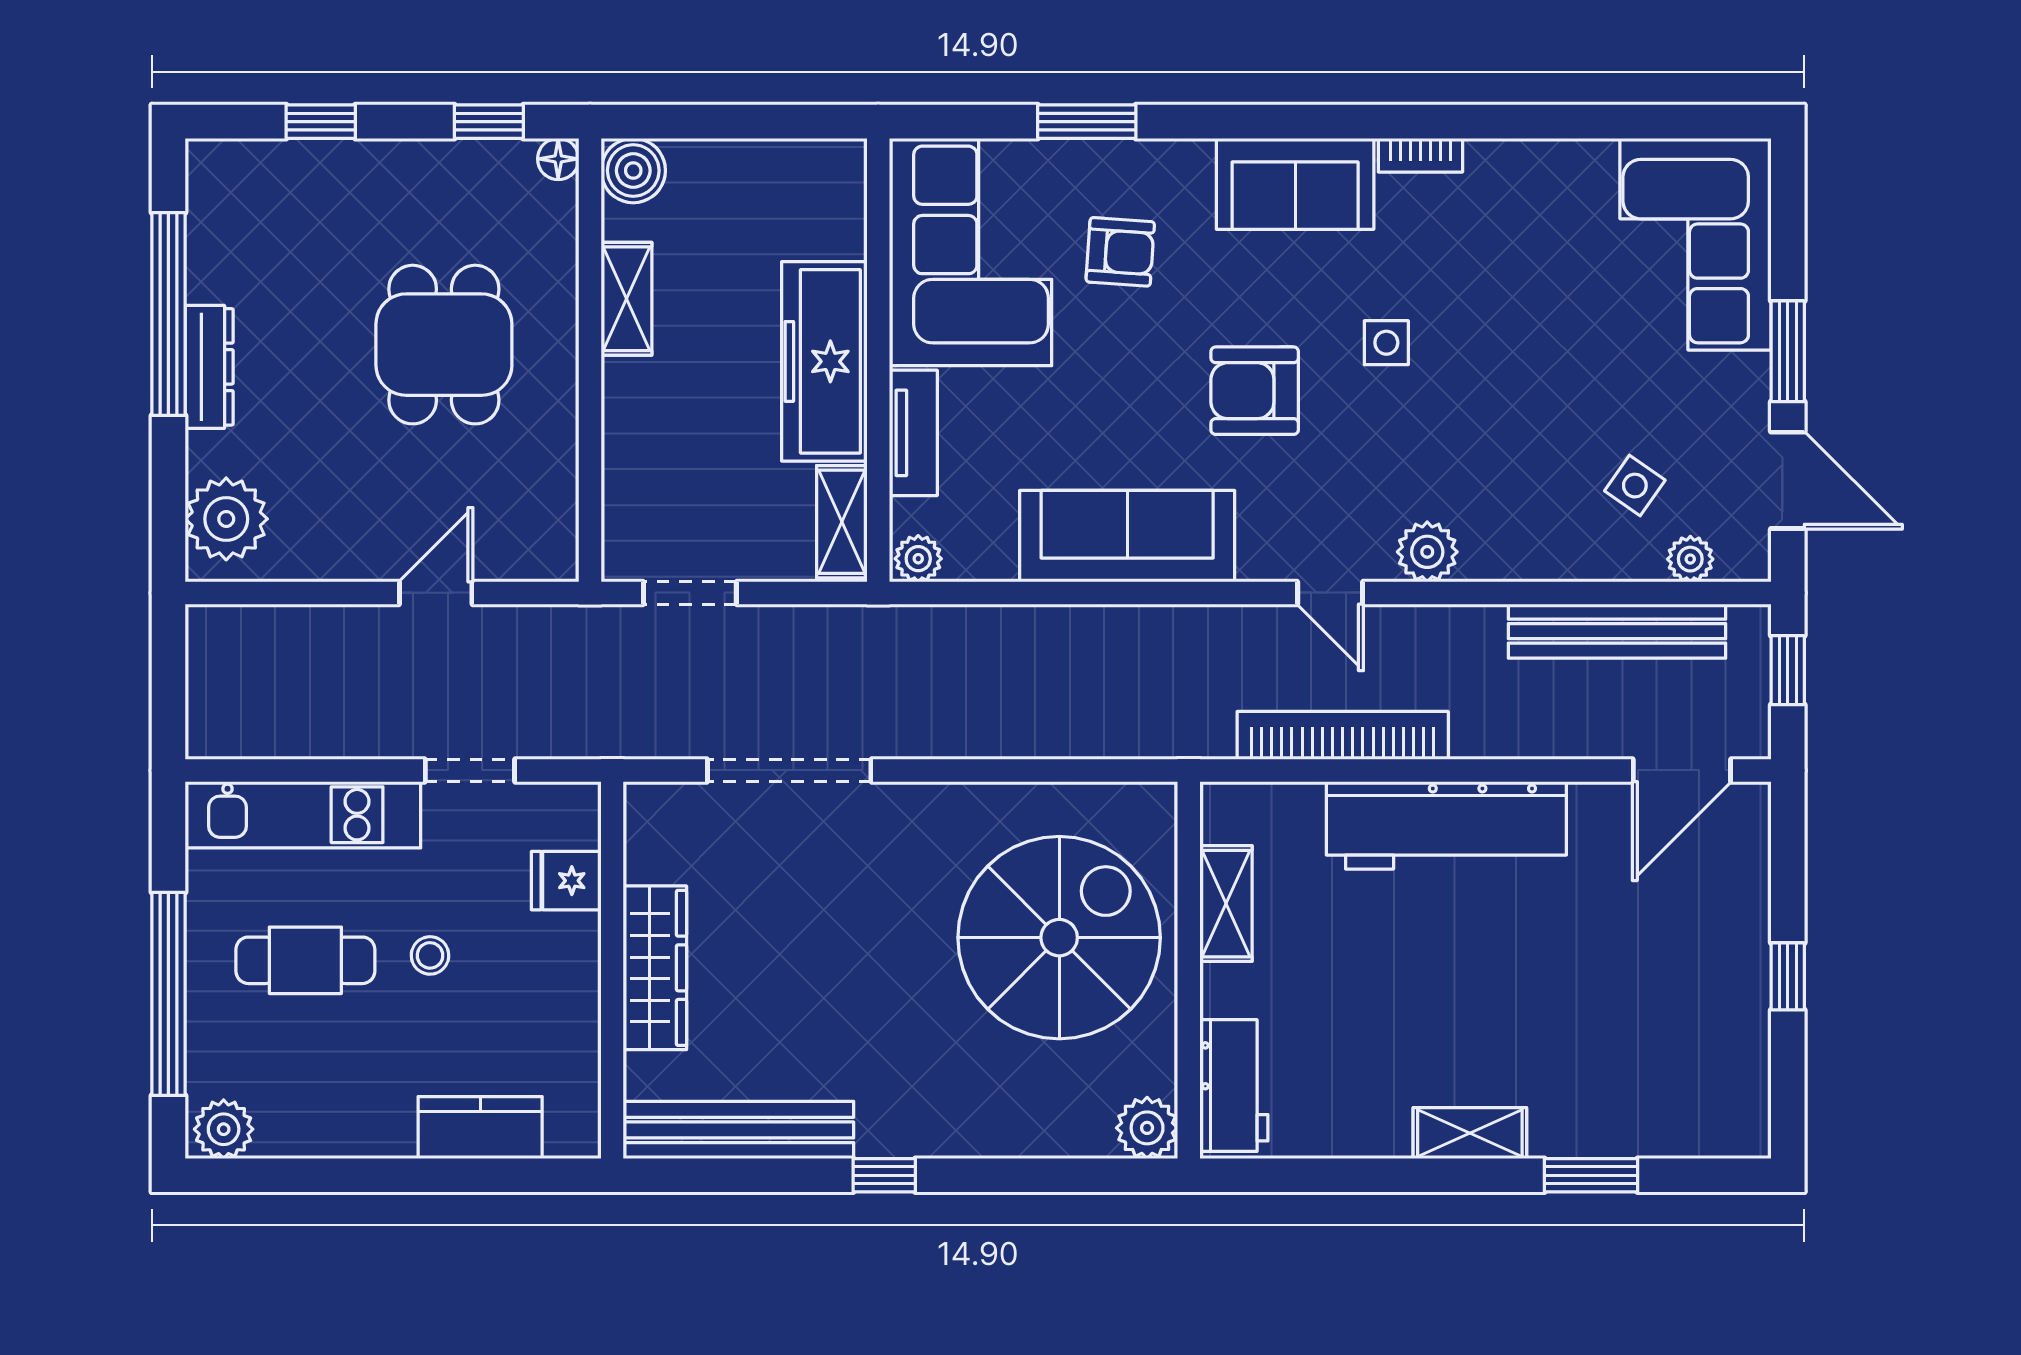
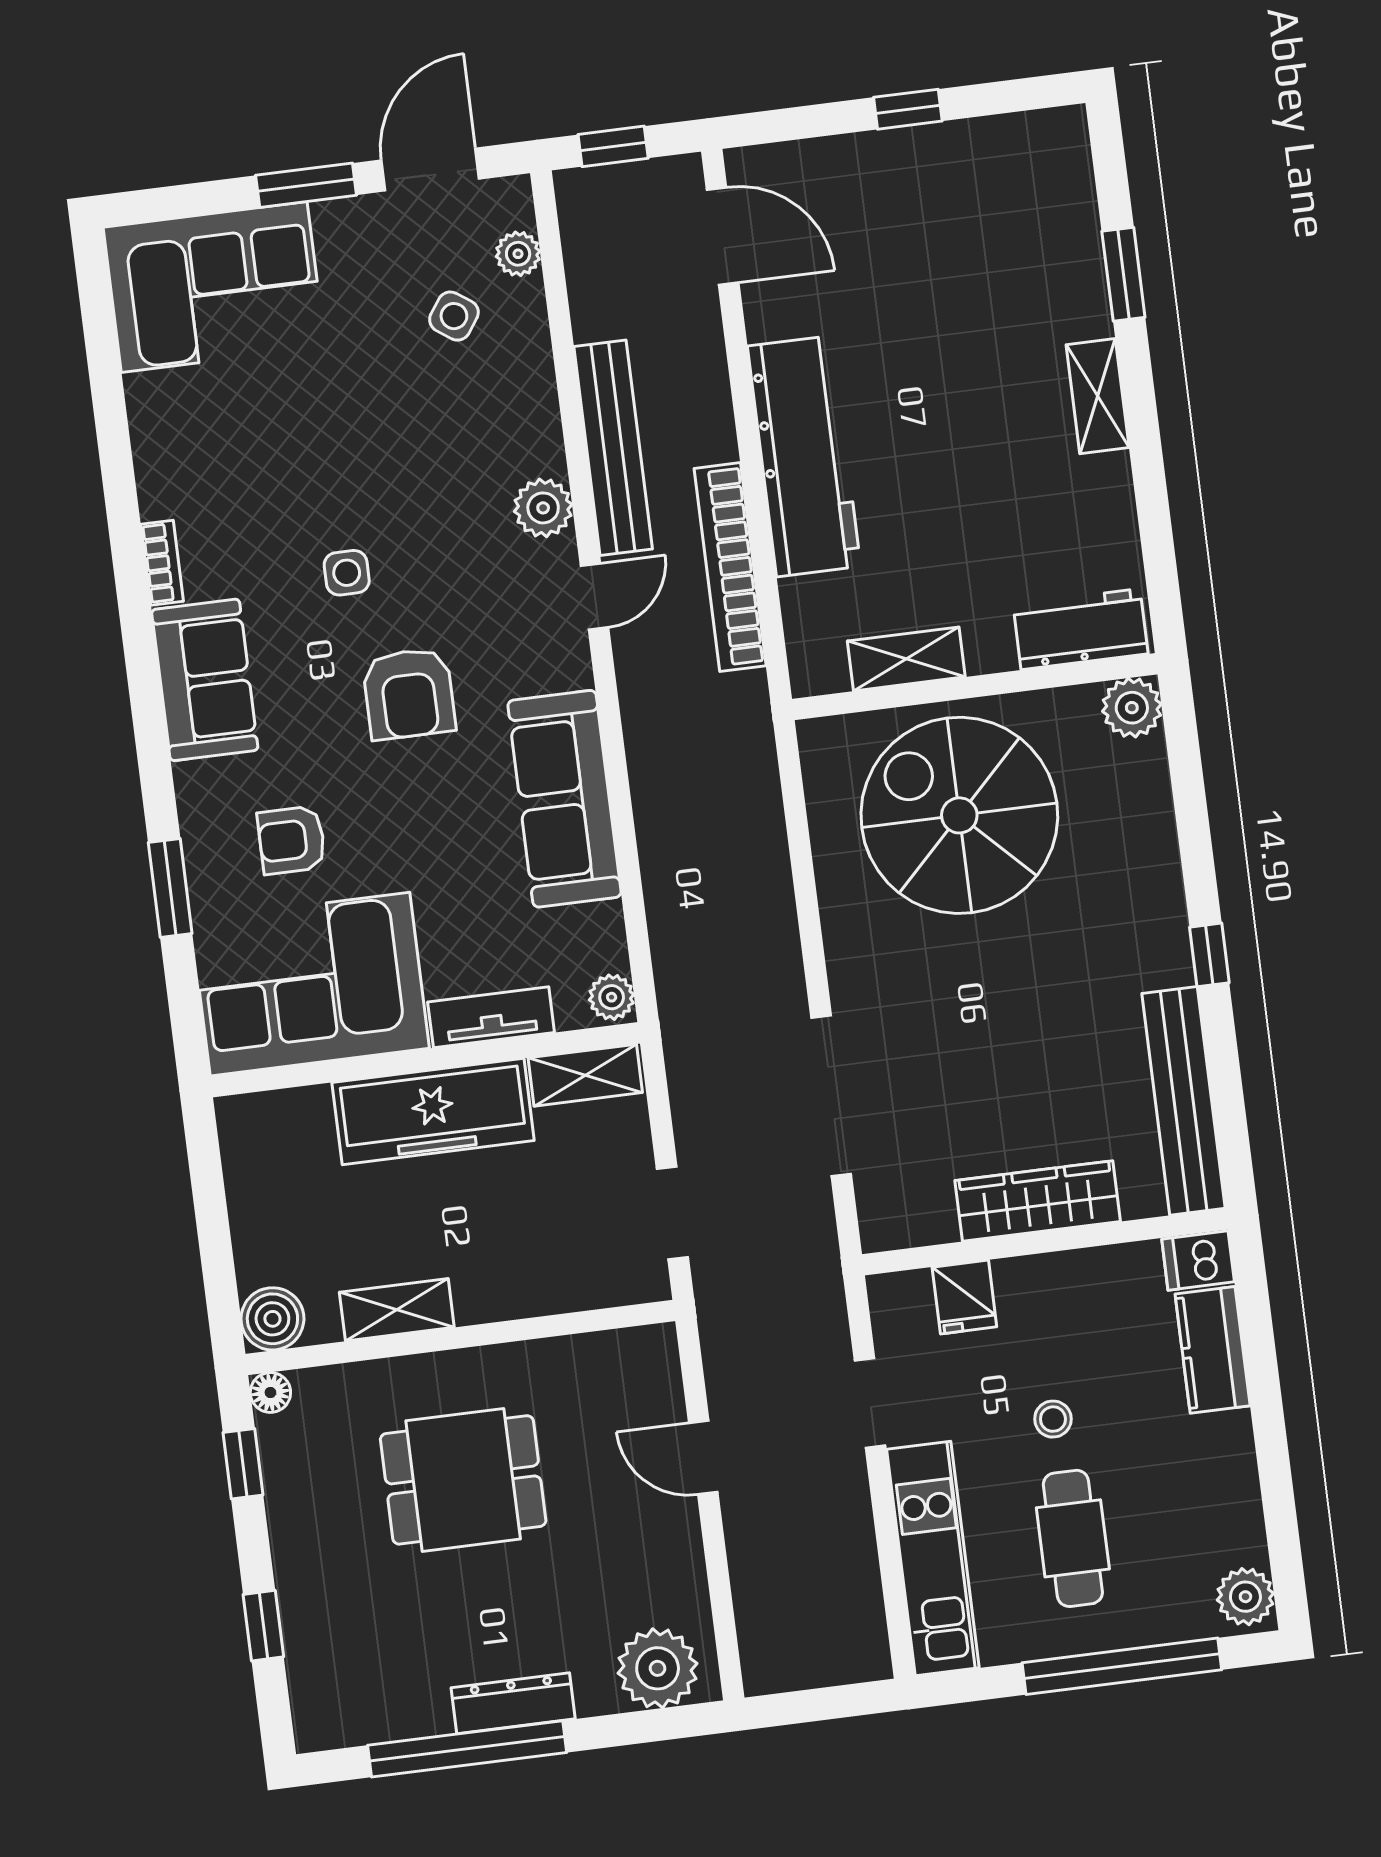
armchair: (1120, 252) -> (292, 840), turned -94
bench: (1617, 631) -> (613, 448), moved
dishwasher: (573, 1124) -> (1198, 1260), added

